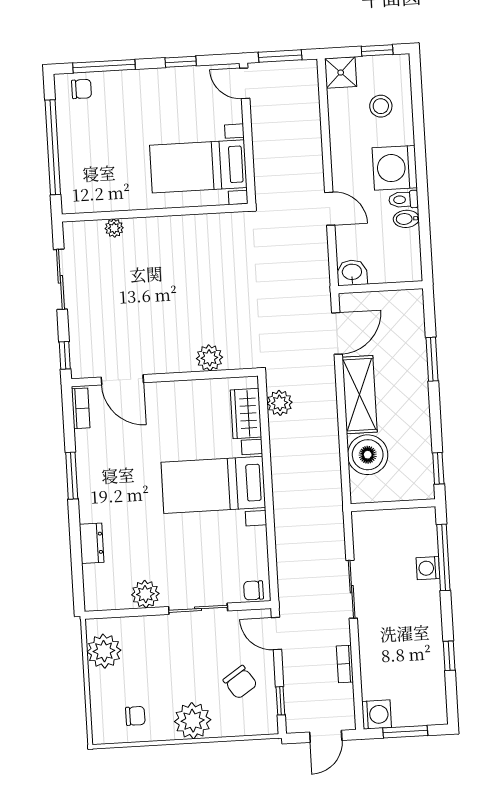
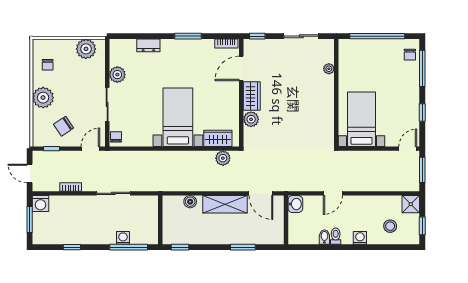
washing machine: (395, 168) -> (360, 238), width x0.53, depth x0.53
wardrobe: (169, 359) -> (252, 96), added
boiler: (368, 455) -> (190, 202), width x0.54, depth x0.54

